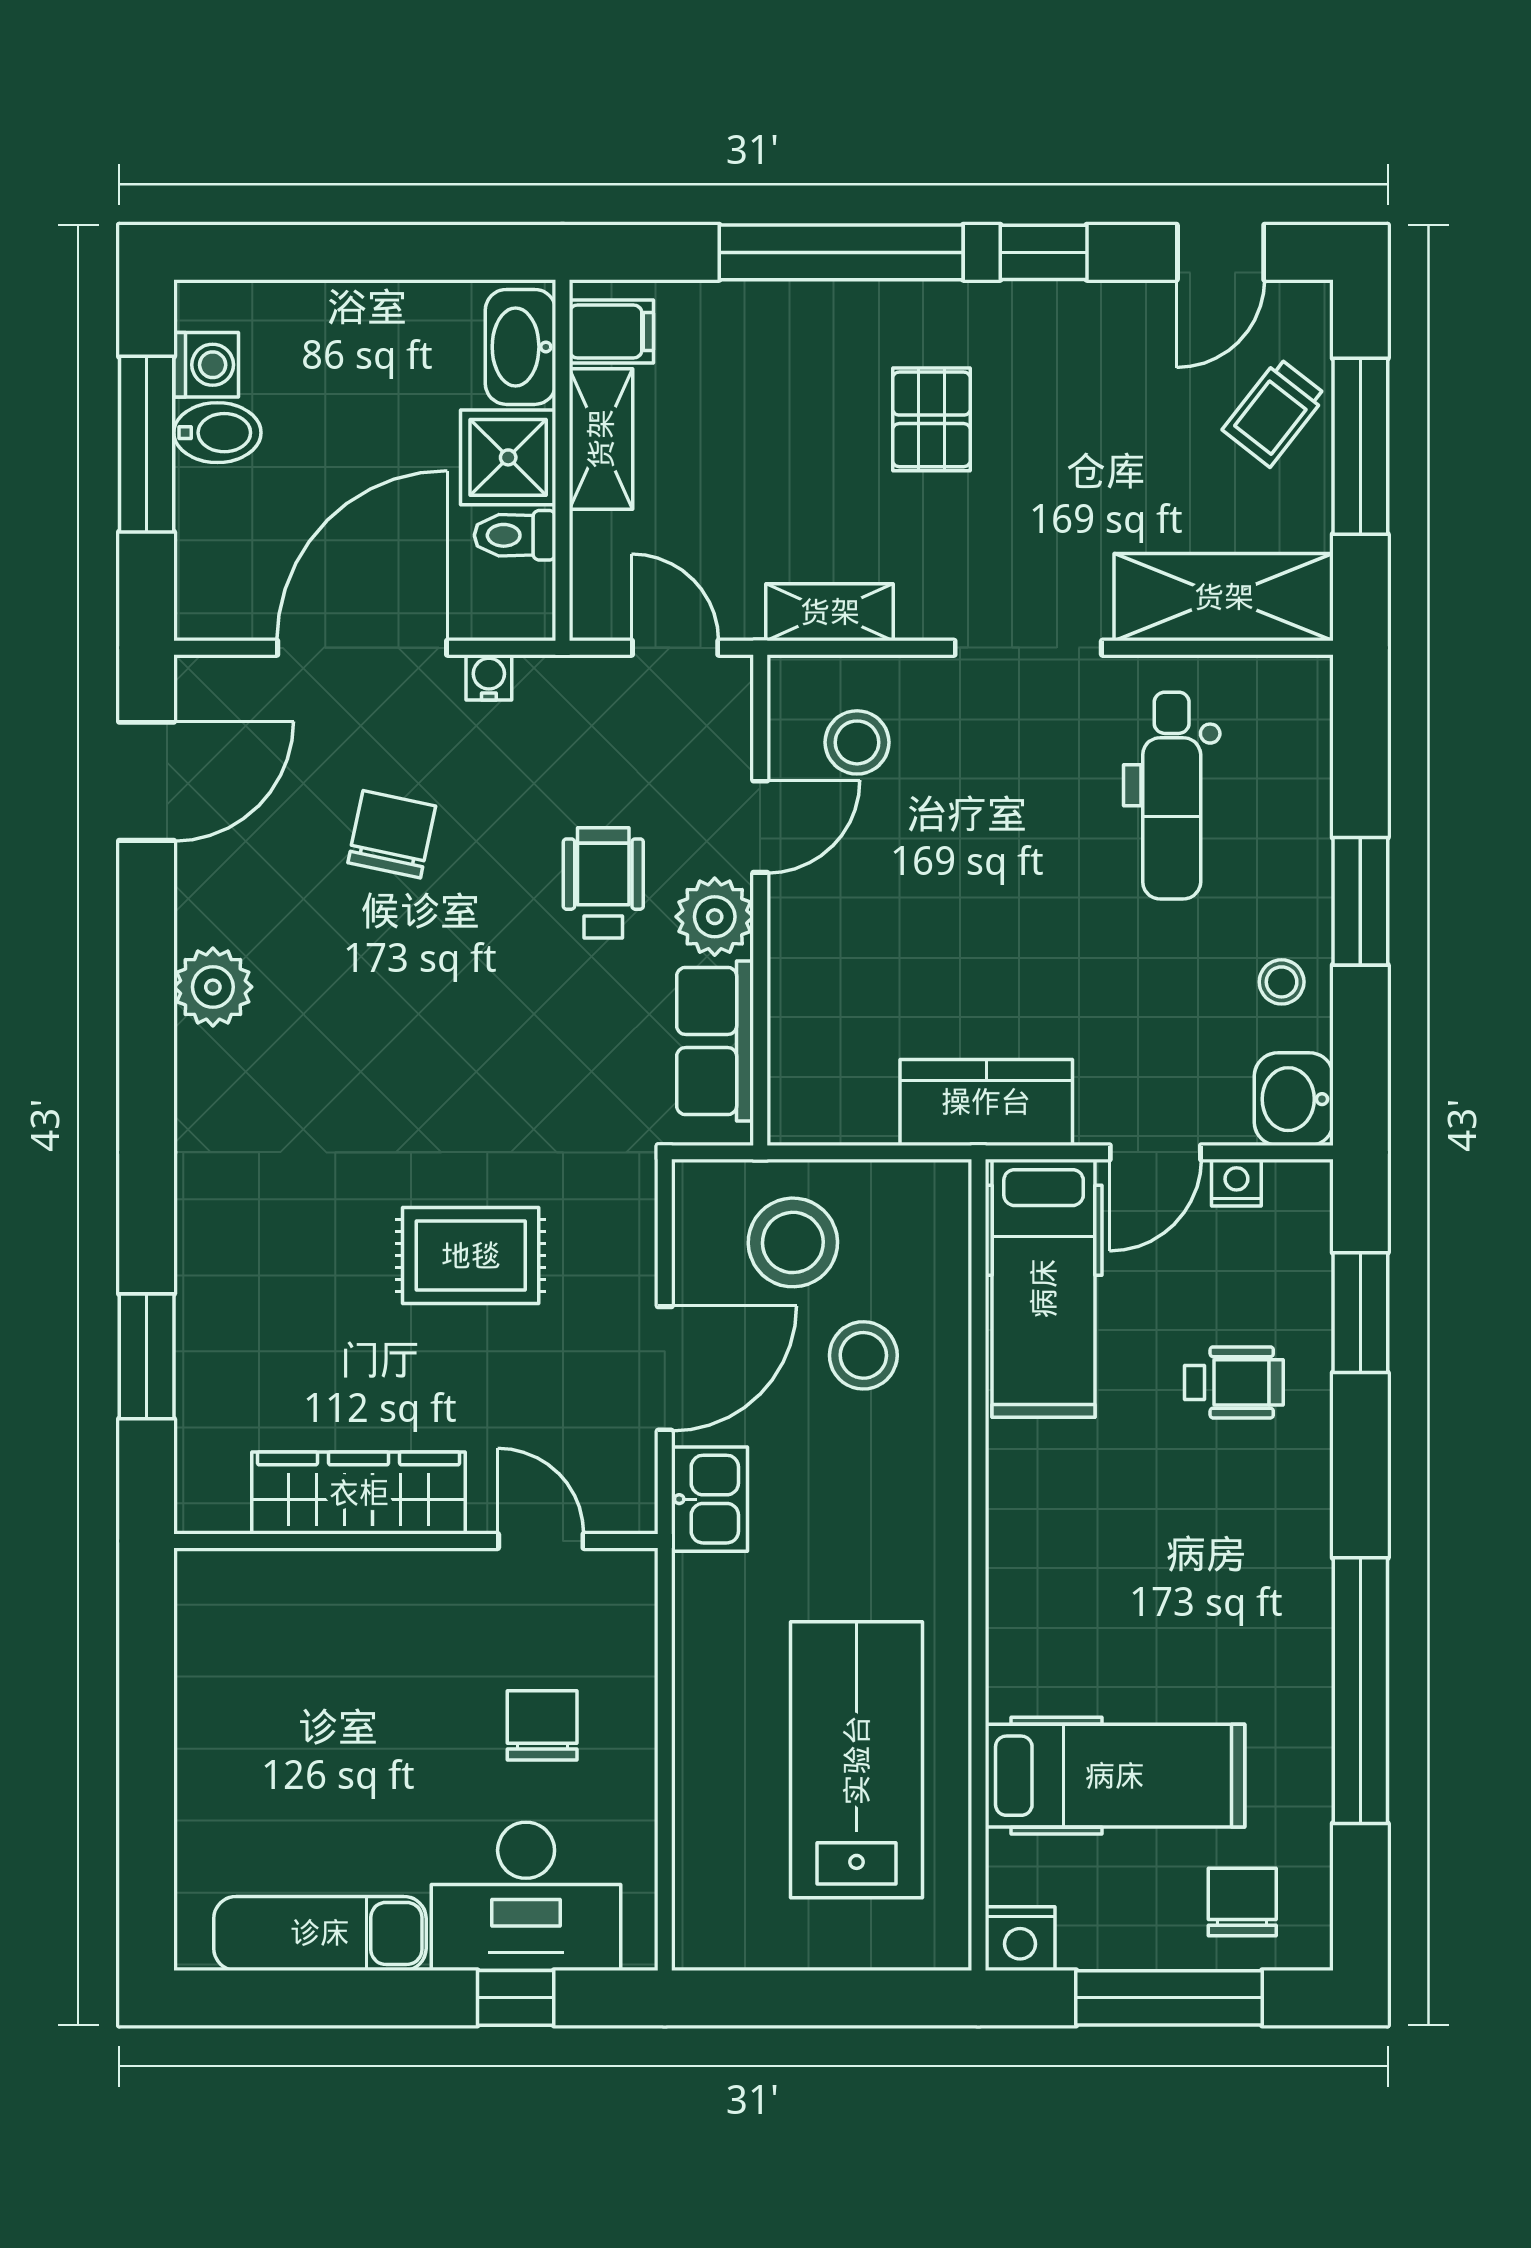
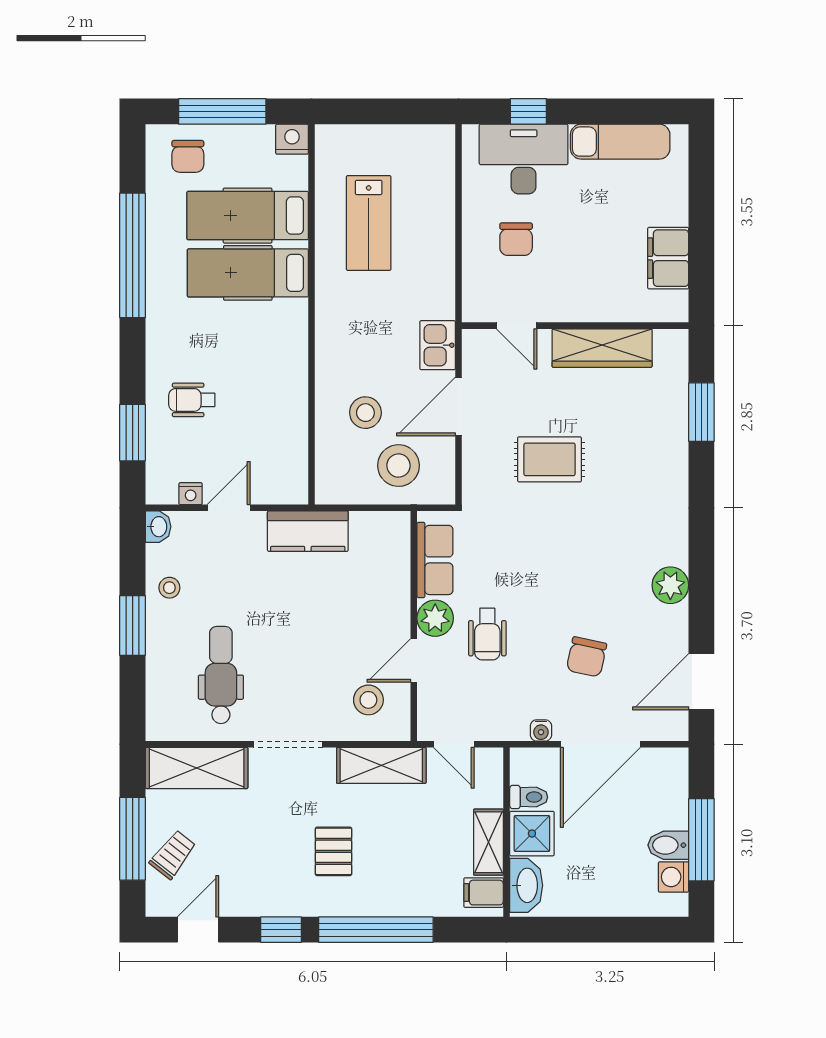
shelving: (830, 612) -> (381, 765), width x1.50, depth x1.33
washbasin: (1294, 1099) -> (158, 527), width x0.72, depth x0.69
hospital bed: (1044, 1288) -> (248, 273), moved, turned -90
filing cabinet: (218, 1685) -> (668, 258), added
lab bench: (857, 1760) -> (369, 223), width x0.73, depth x0.72

